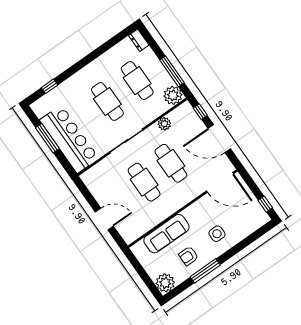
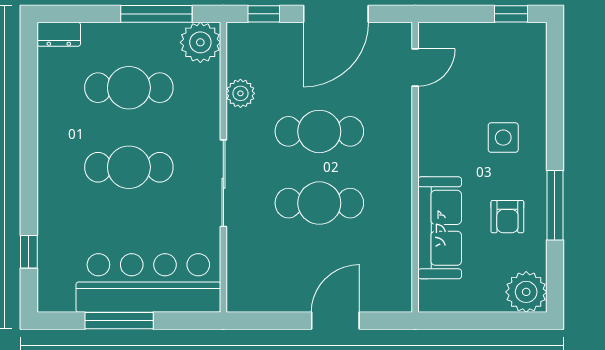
door: (220, 182) -> (415, 68), width x0.53

